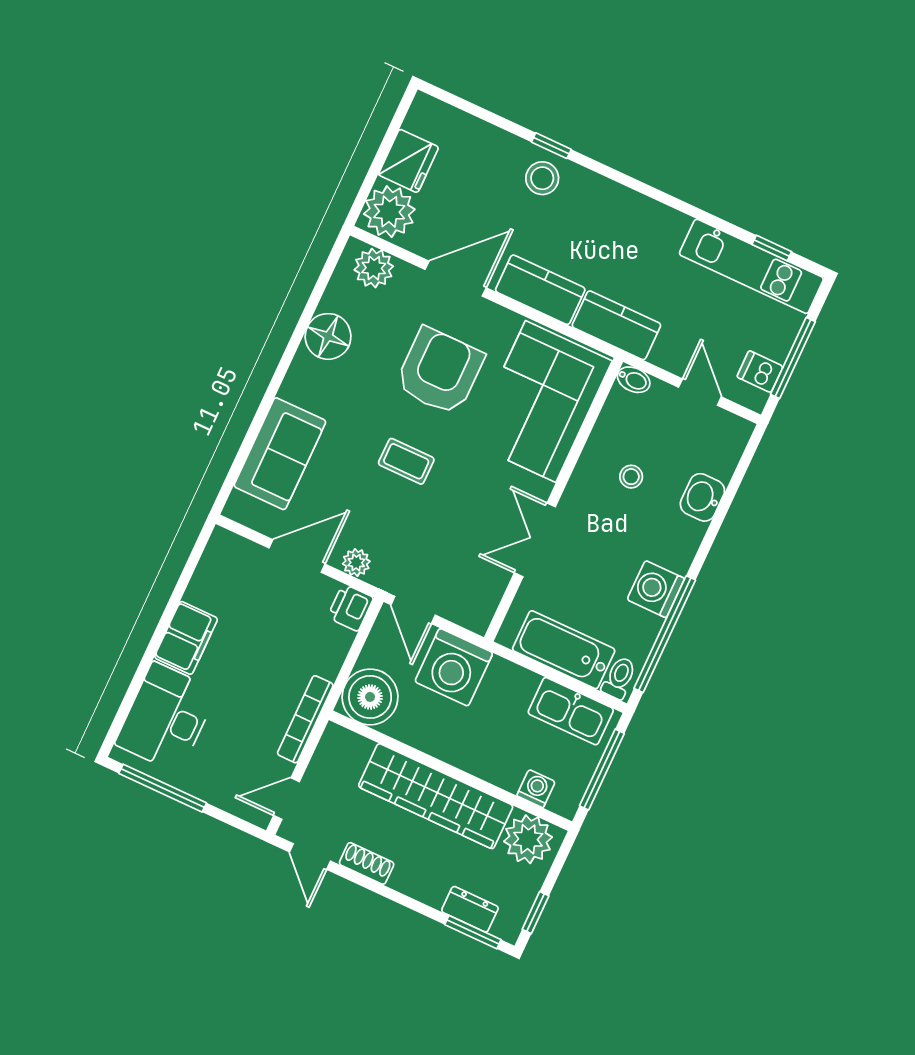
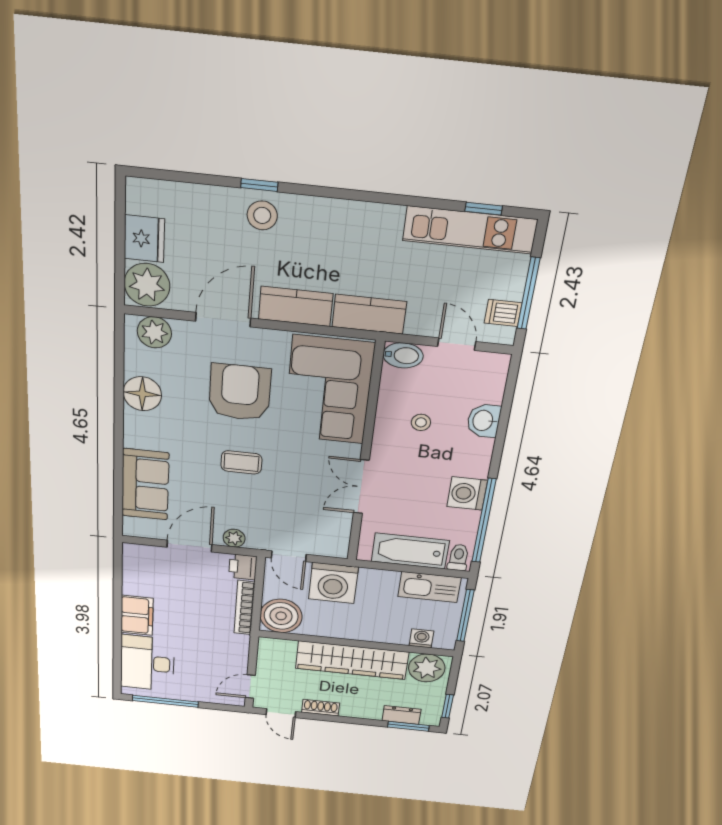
bidet: (634, 380) -> (403, 355), width x1.38, depth x1.36
bookcase: (305, 719) -> (244, 608), moved

